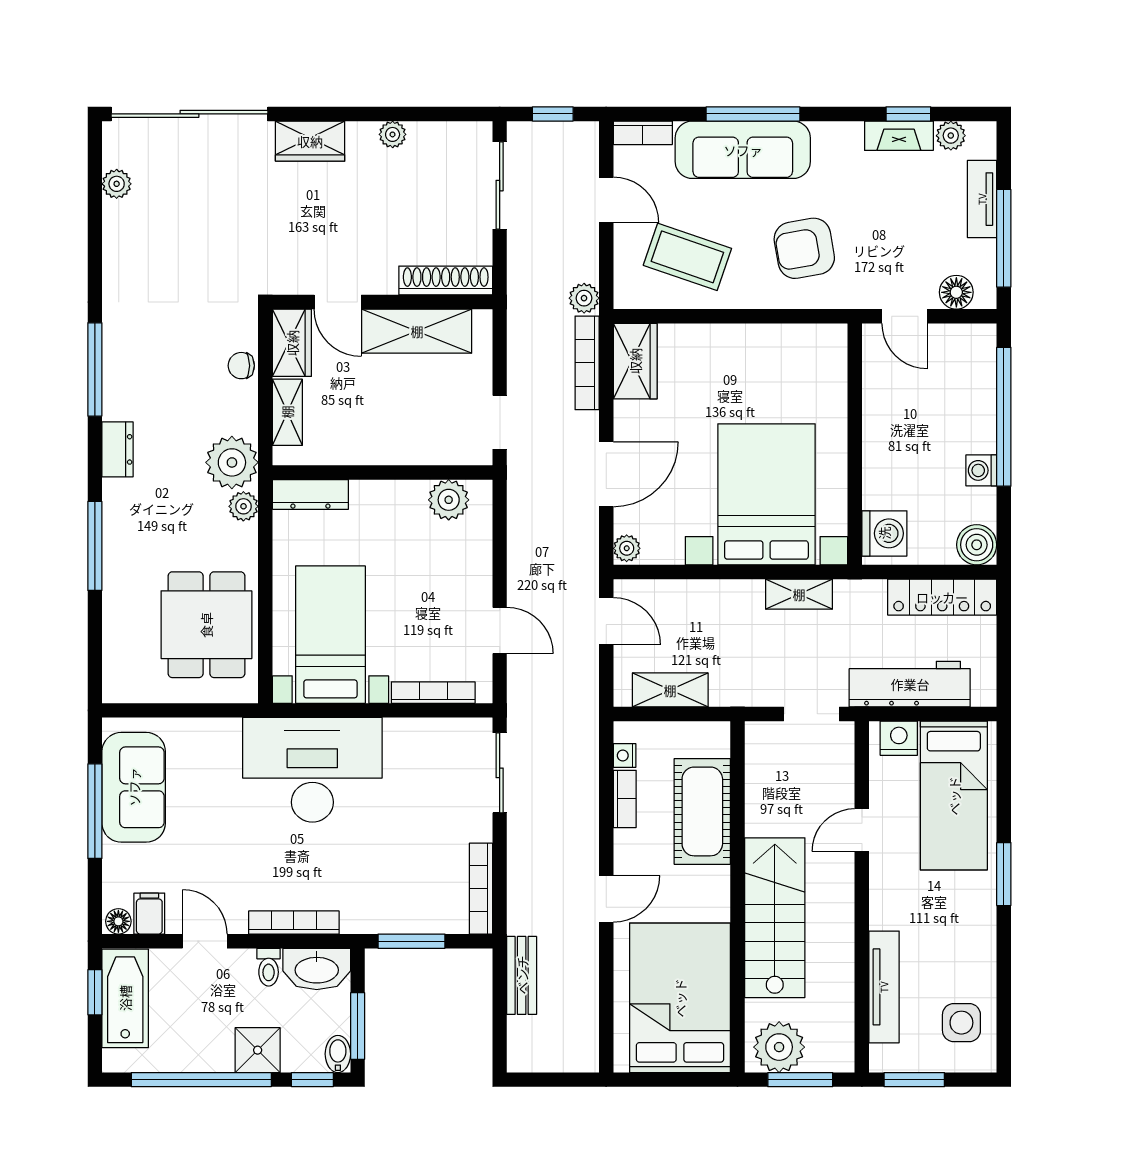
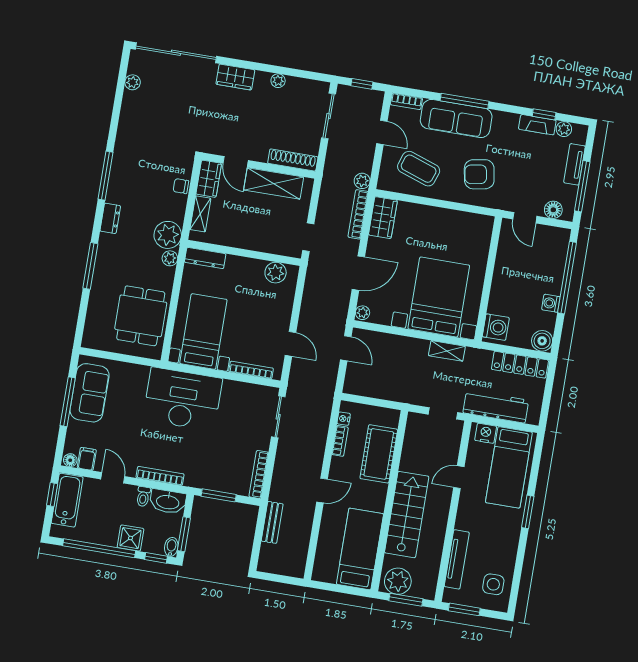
shelving: (670, 690) -> (373, 389), removed
bed: (680, 998) -> (360, 549), width x0.67

